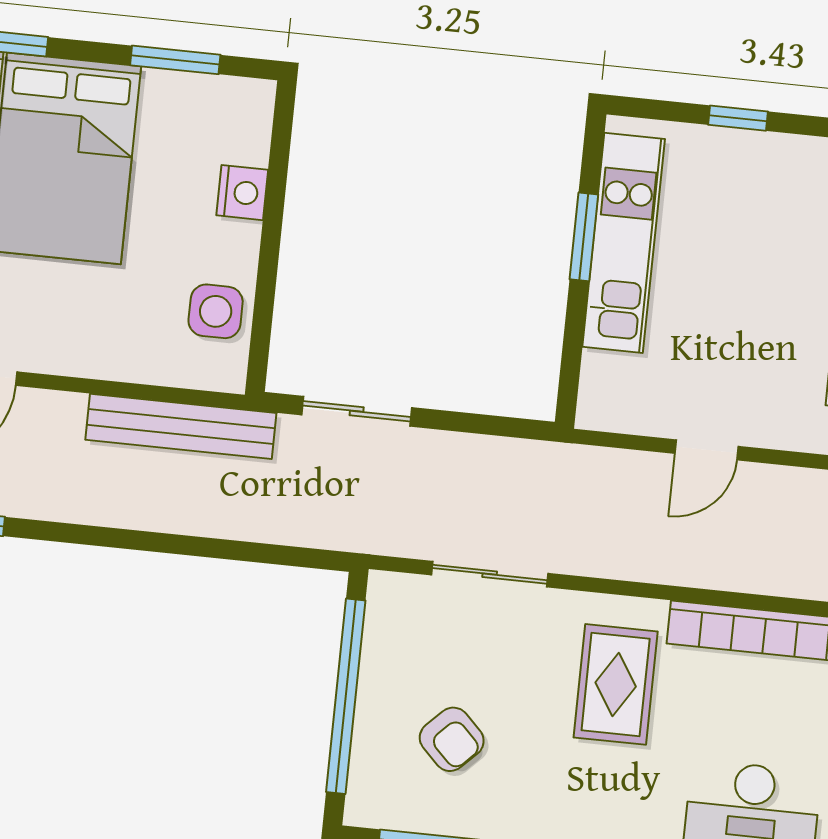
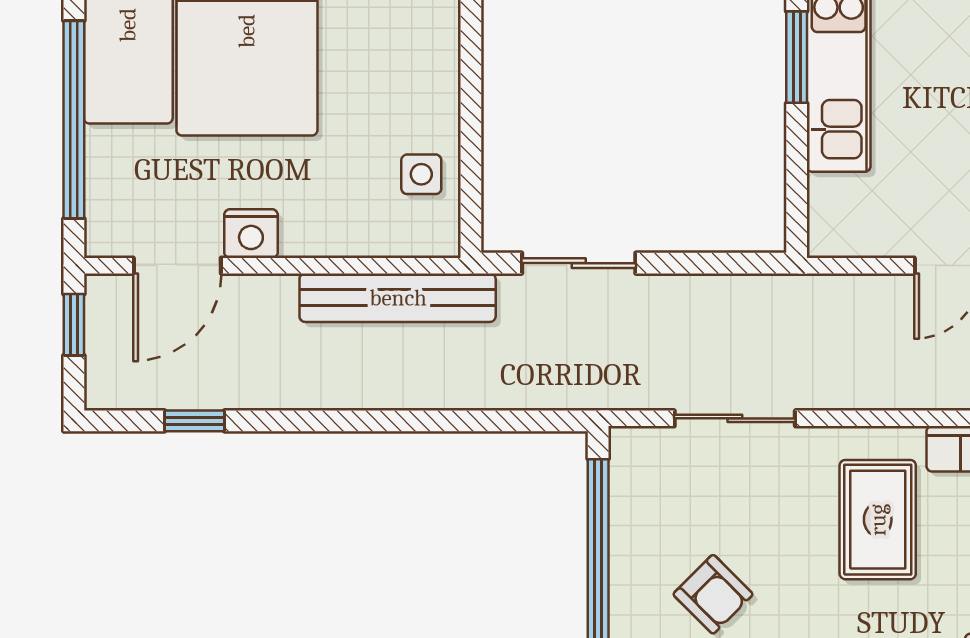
nightstand: (242, 193) -> (251, 234), moved, turned 90
side table: (216, 311) -> (421, 174), width x0.73, depth x0.73

